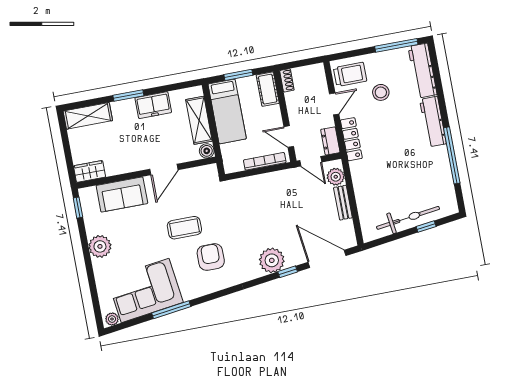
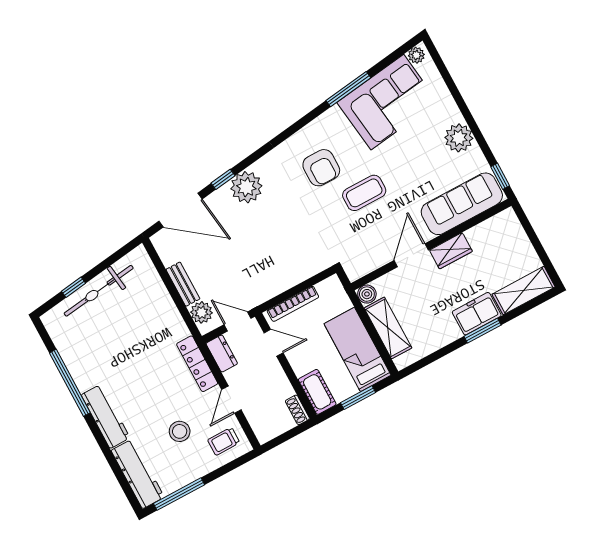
trolley: (350, 74) -> (224, 441), width x0.73, depth x0.72
freezer: (153, 105) -> (477, 314), moved
wardrobe: (90, 171) -> (451, 251), moved
sofa: (122, 194) -> (462, 204), width x1.36

